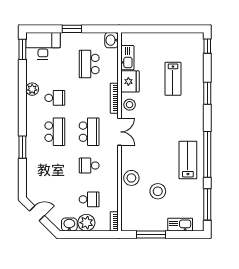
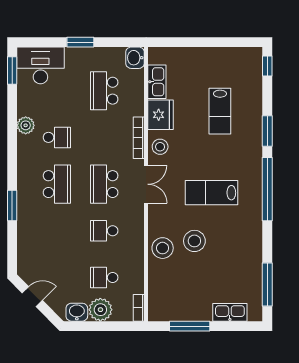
school desk: (89, 132) -> (104, 184), turned 180
window: (207, 154) -> (267, 189), moved
lab bench: (188, 160) -> (212, 193), moved, turned -90
stool: (158, 191) -> (194, 241), moved
school desk: (89, 199) -> (104, 277), turned 180

